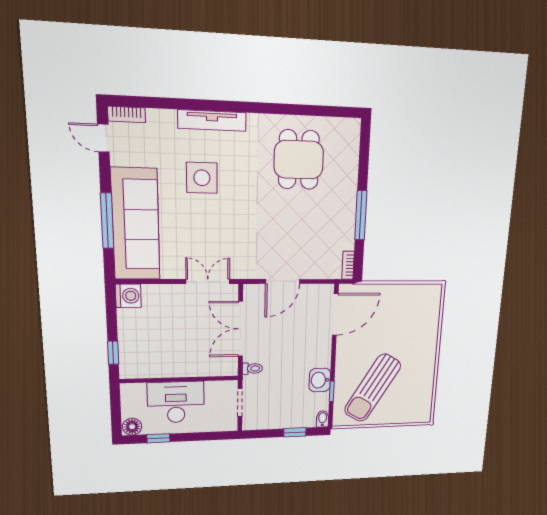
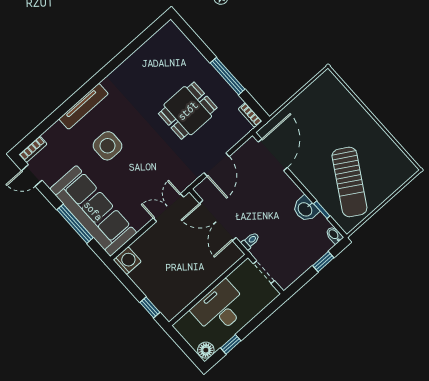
dining table: (299, 160) -> (188, 111), moved, turned 90

